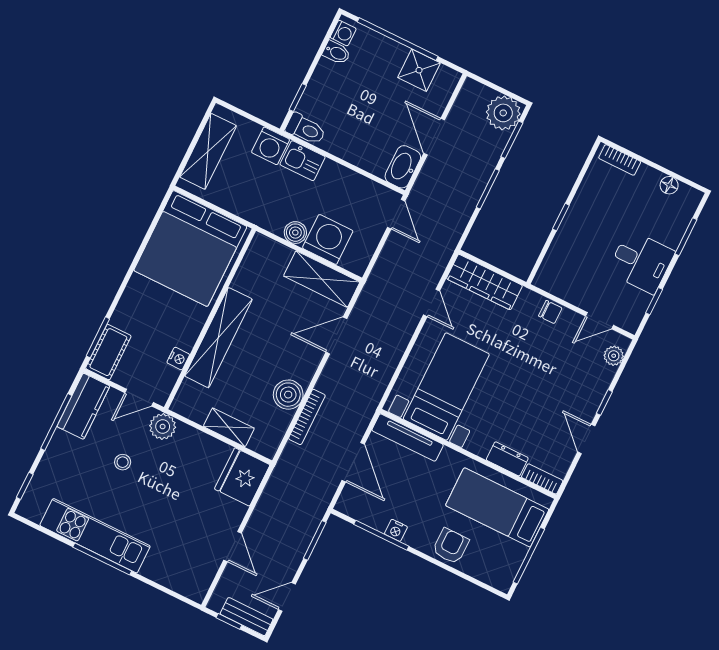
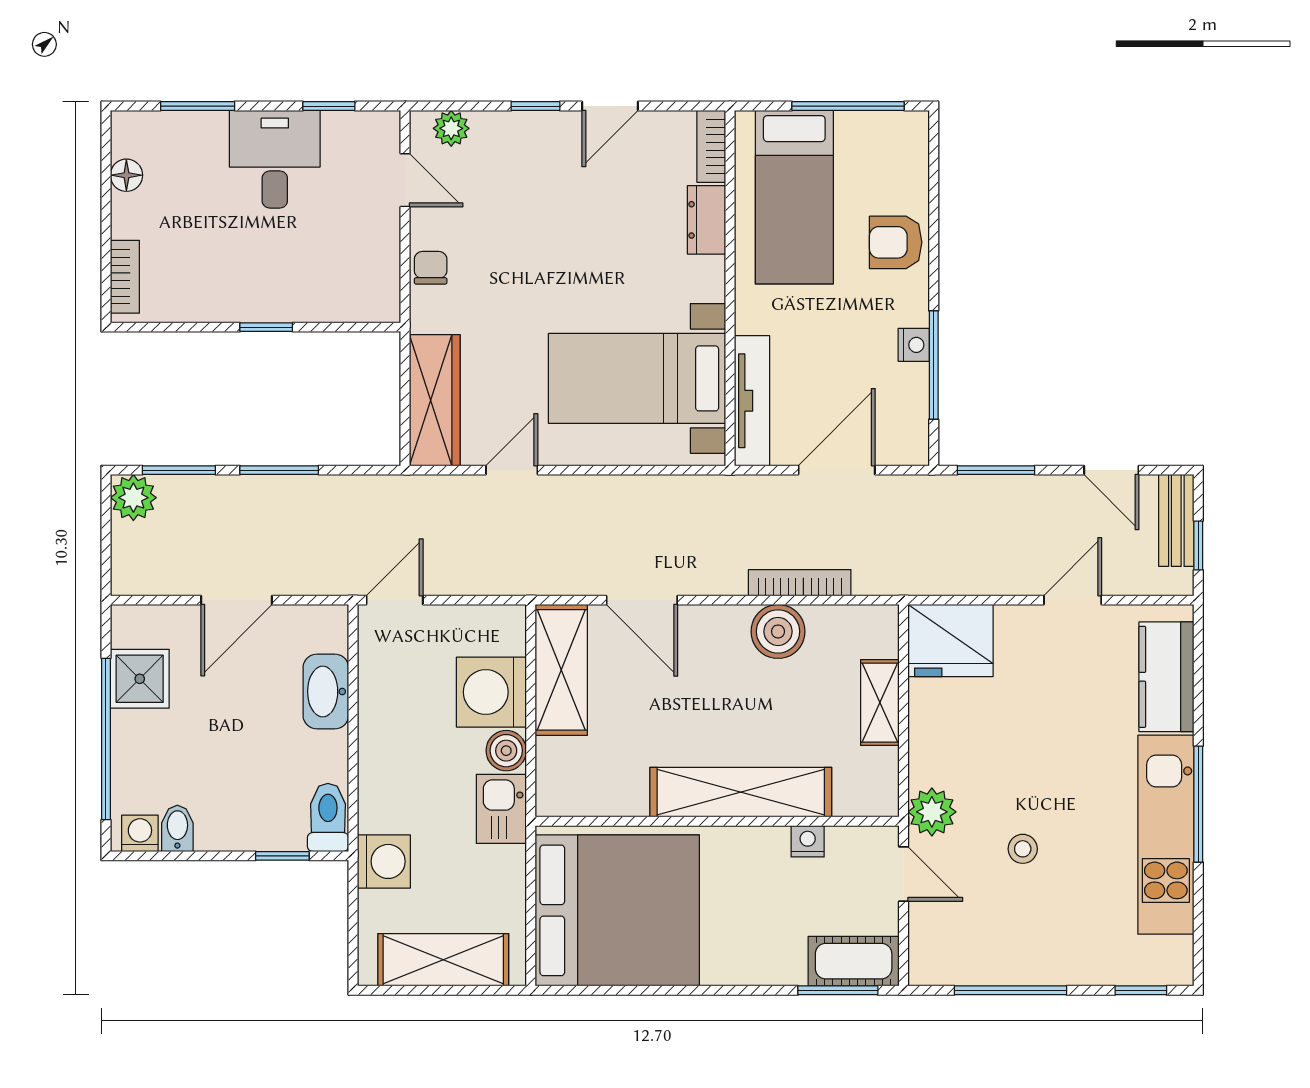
plant: (503, 113) -> (133, 498), width x0.73, depth x0.73
kitchen sink: (303, 161) -> (501, 809), moved, turned 180
washbasin: (403, 167) -> (326, 692), moved, turned 90
kitchen counter: (83, 406) -> (1166, 677), moved, turned -90

